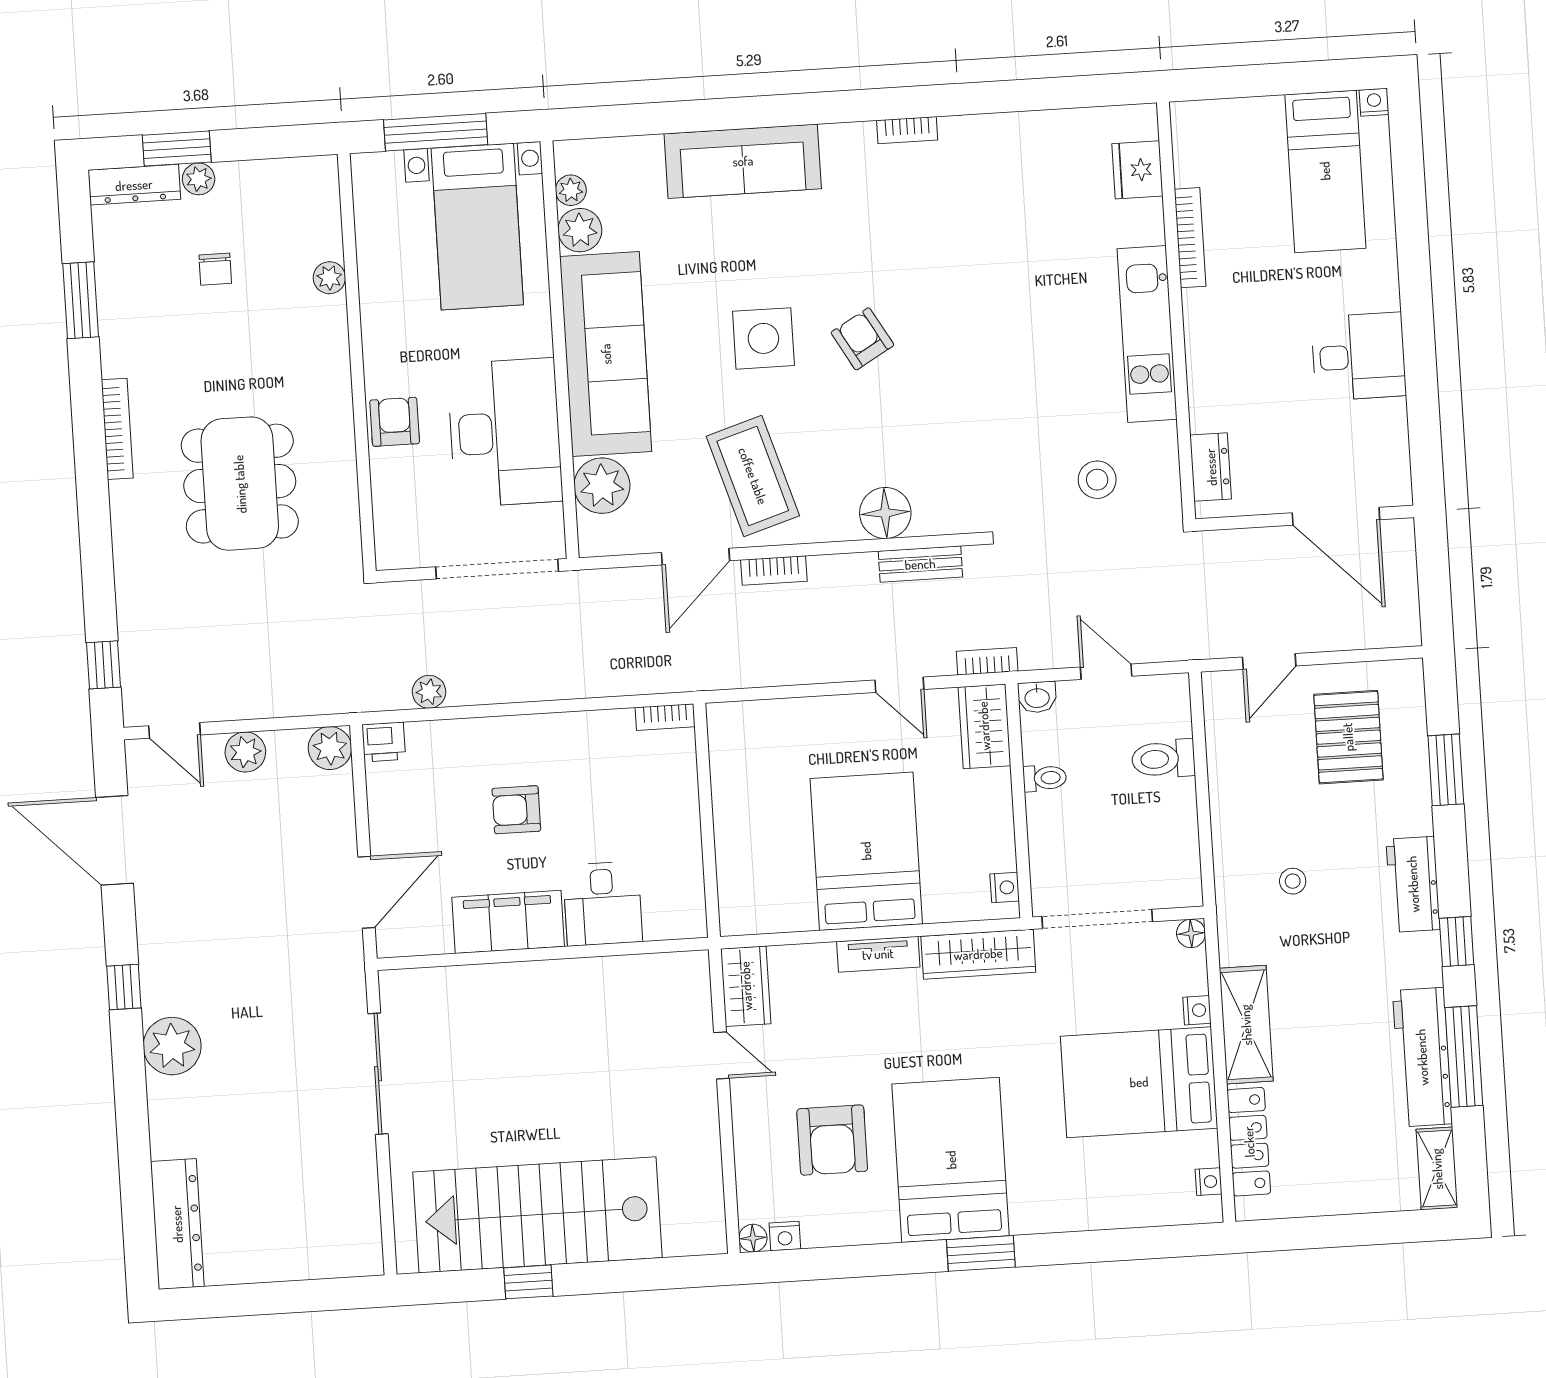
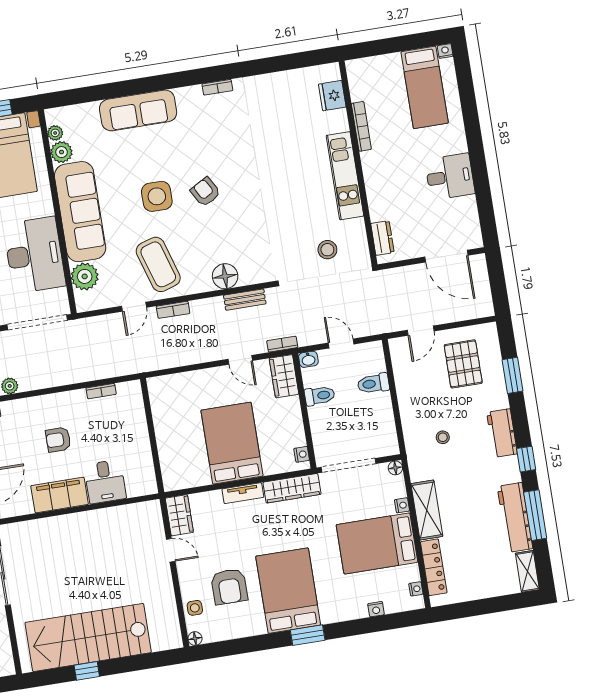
door: (696, 557) -> (134, 307), width x0.73
bookcase: (665, 717) -> (101, 391), moved
toilet: (1045, 778) -> (320, 396), width x1.37, depth x1.39
side table: (759, 1176) -> (195, 608), added
nightstand: (785, 1236) -> (376, 609), moved

